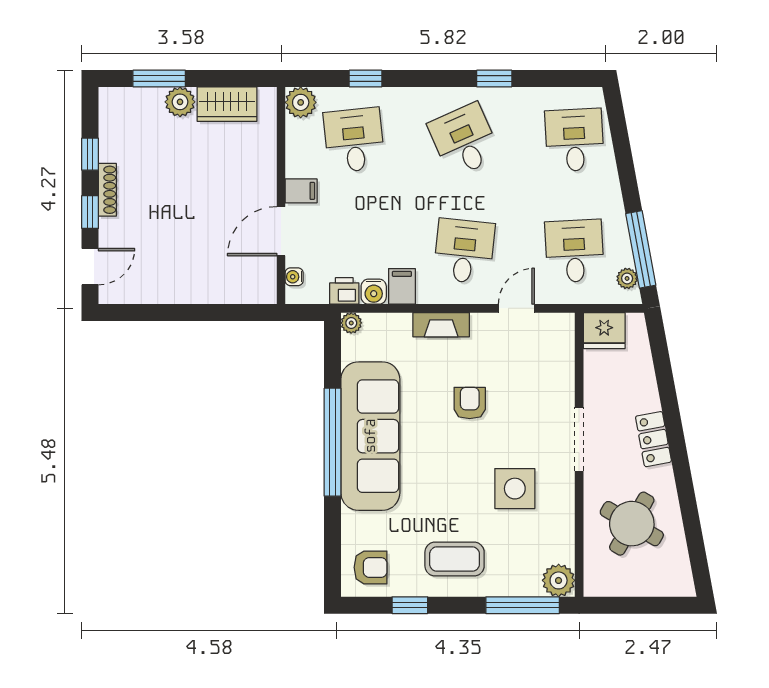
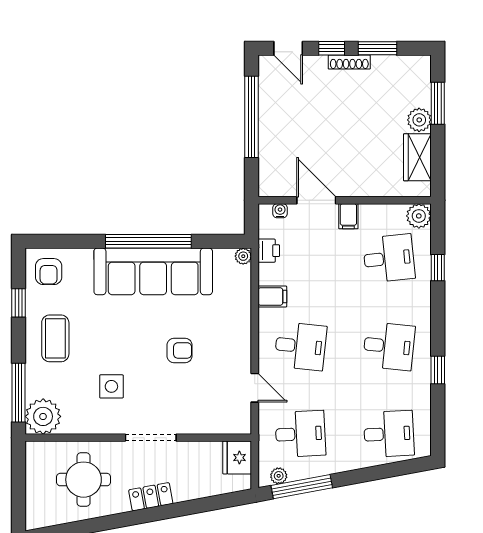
desk: (464, 140) -> (389, 346), turned 30
window: (90, 154) -> (378, 48), width x1.50
water cooler: (374, 292) -> (268, 274), removed
window: (176, 313) -> (251, 117), added
fireplace: (441, 325) -> (242, 328), removed
side table: (515, 489) -> (111, 386), width x0.73, depth x0.73
round table: (632, 524) -> (84, 480), turned -30
plant: (559, 580) -> (43, 416), width x1.36, depth x1.36

